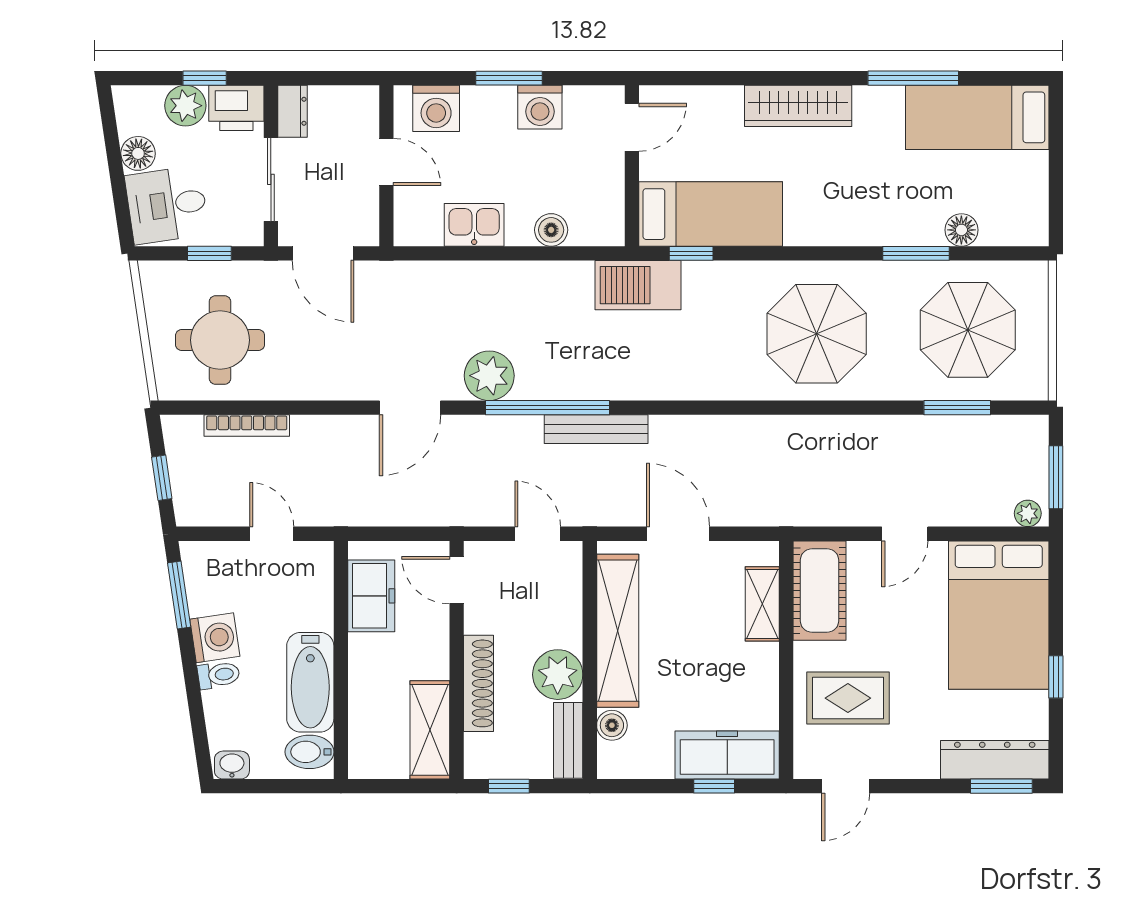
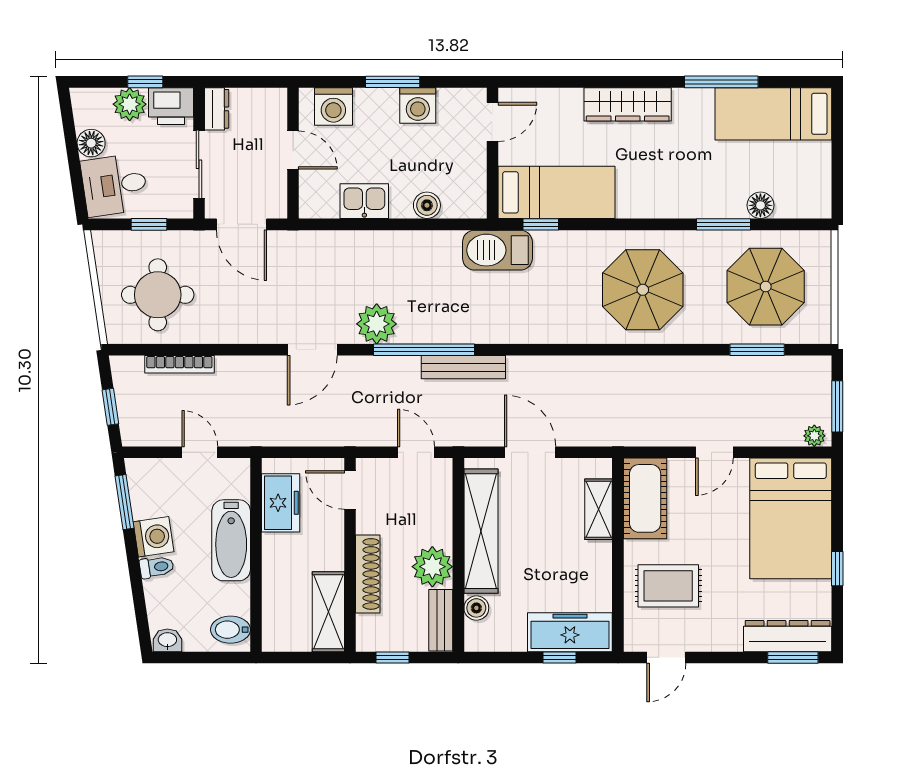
bathtub: (310, 682) -> (231, 540), moved

